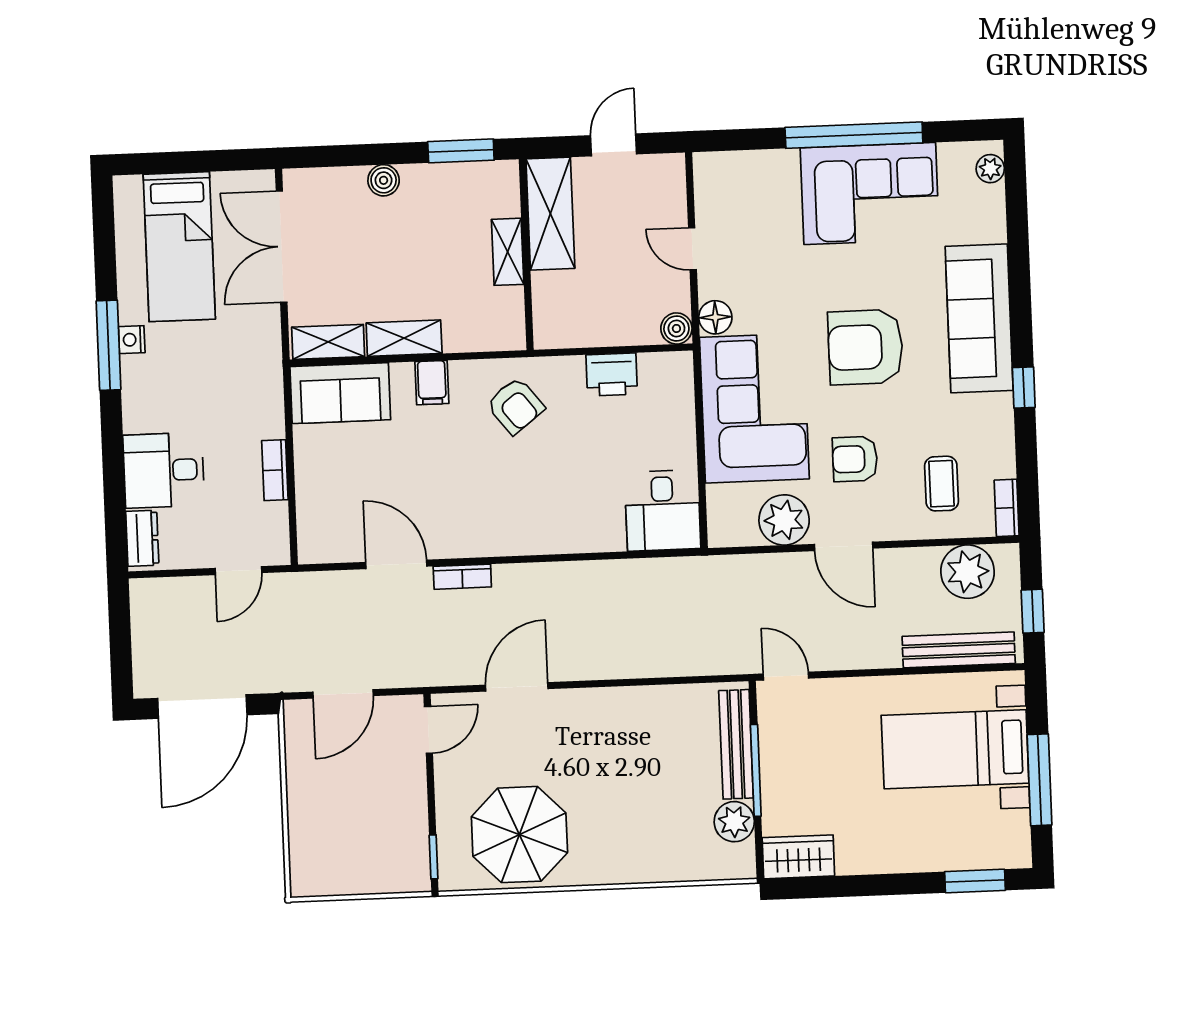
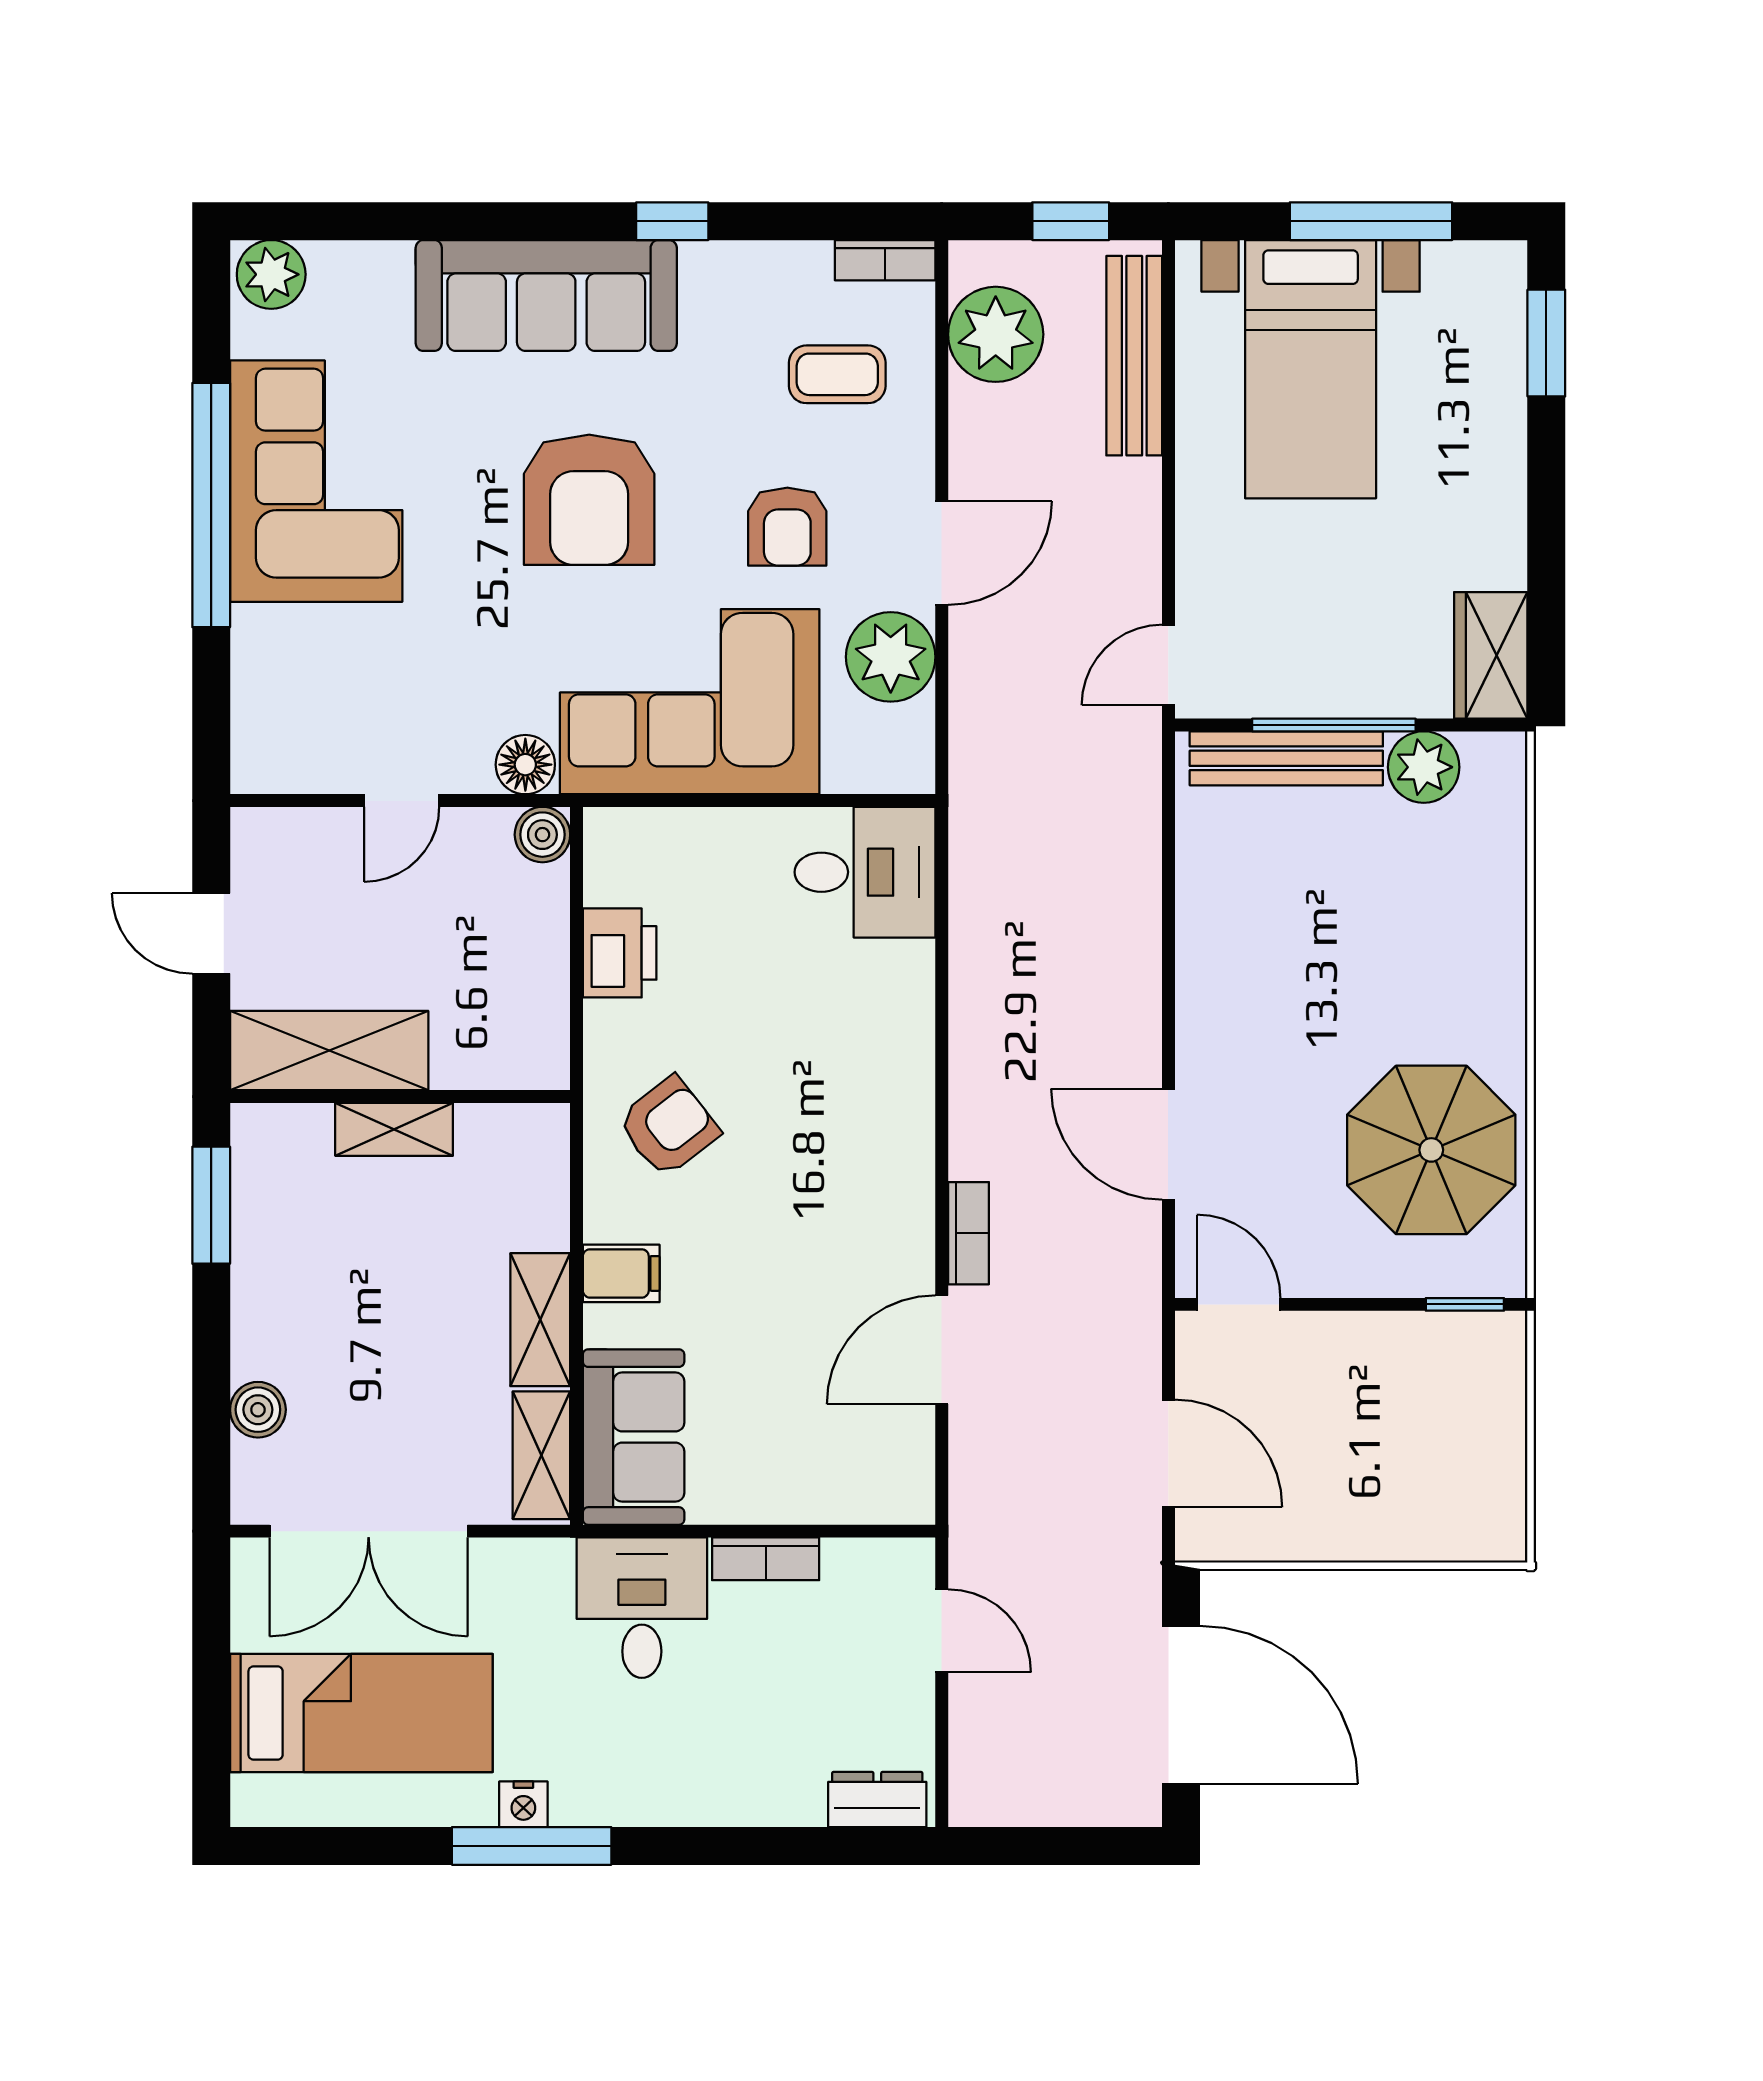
plant: (990, 169) -> (271, 274), width x1.38, depth x1.38
boiler: (384, 180) -> (258, 1410), moved
desk: (164, 470) -> (642, 1608), moved, turned 180

